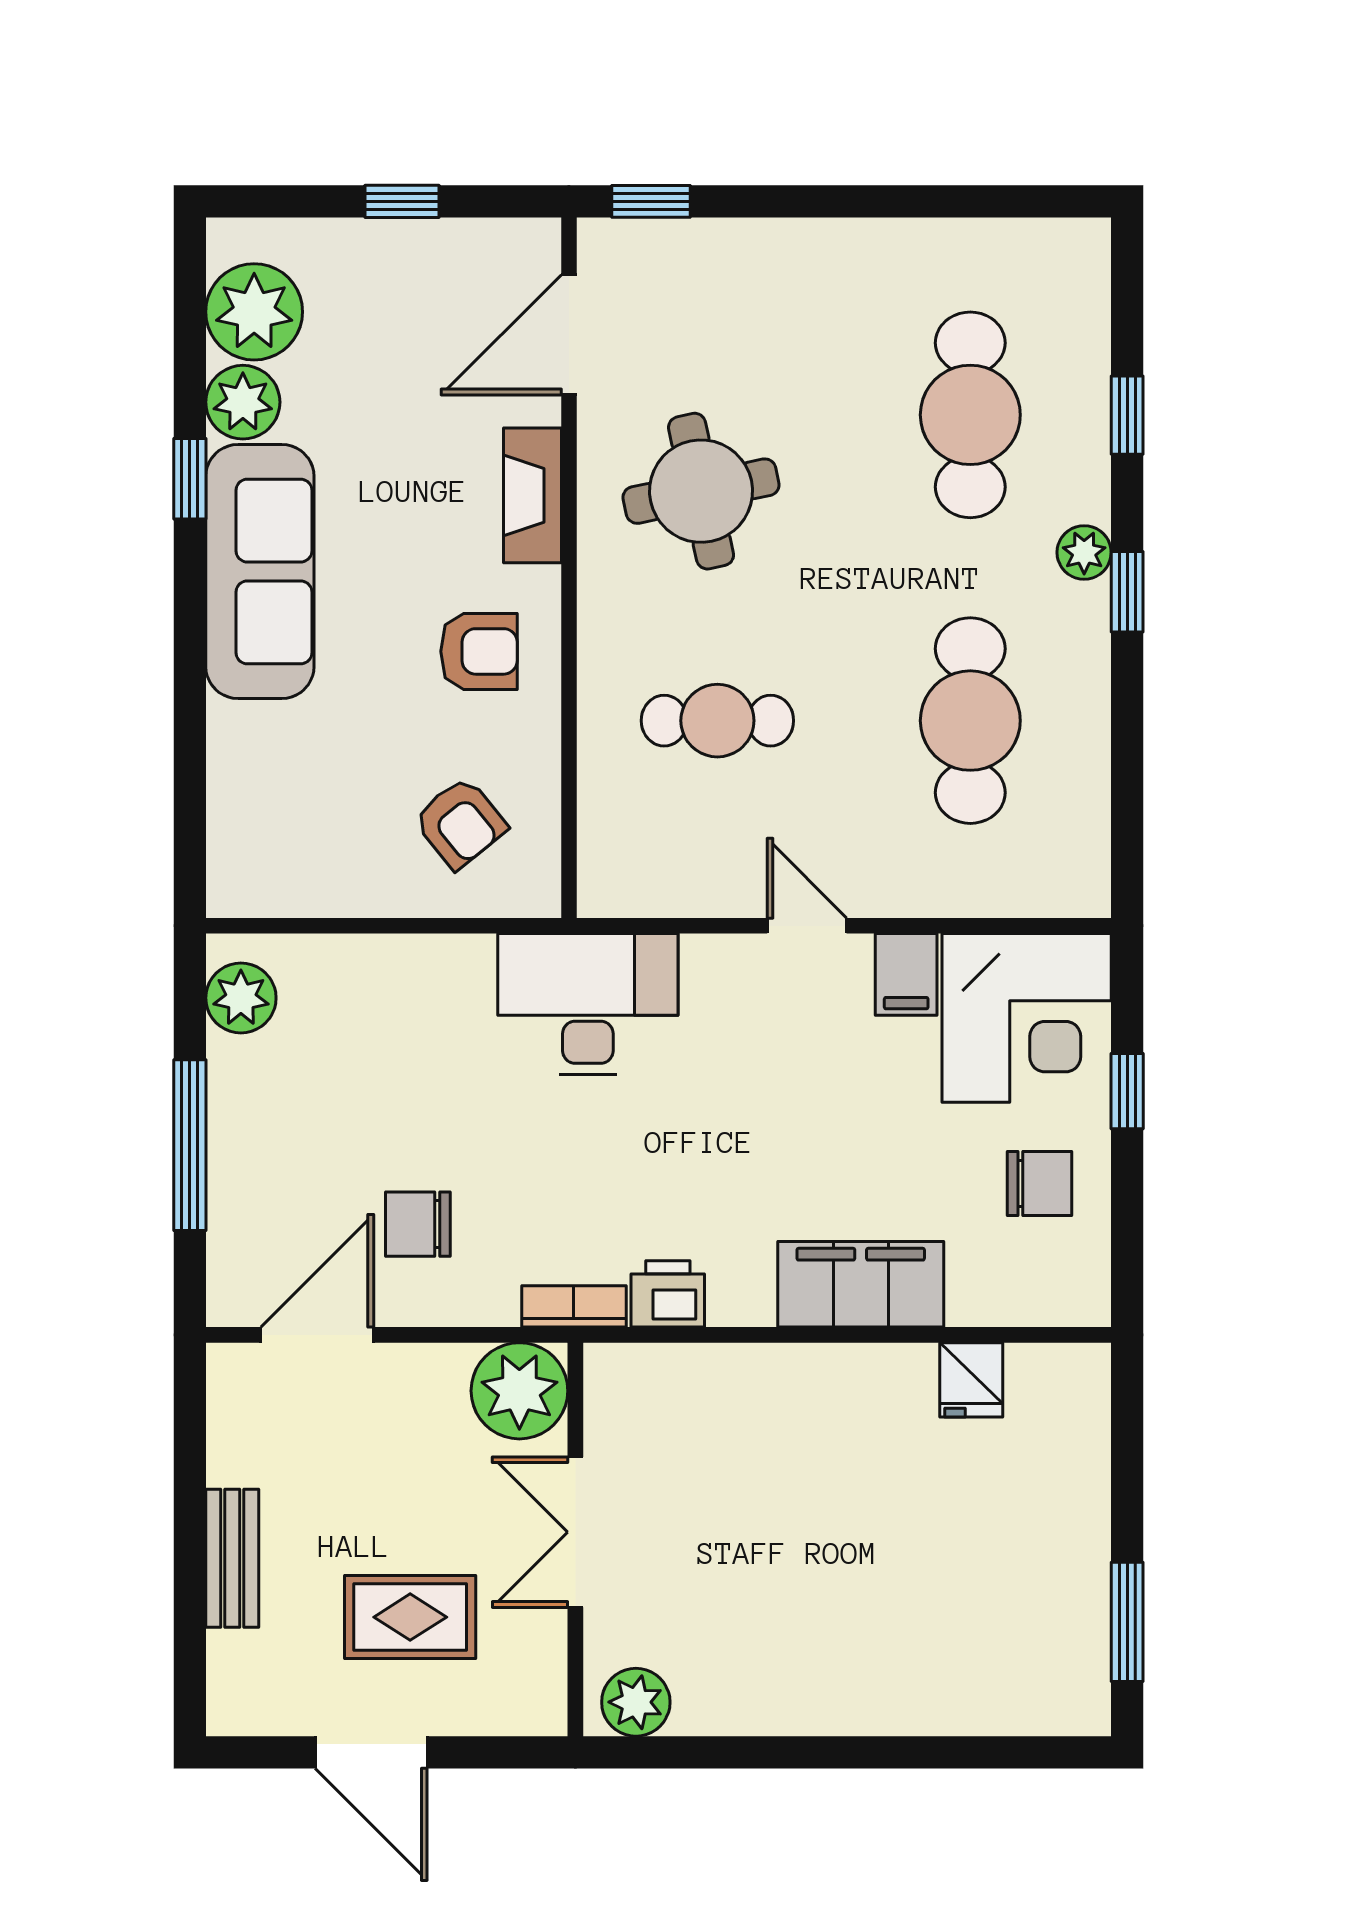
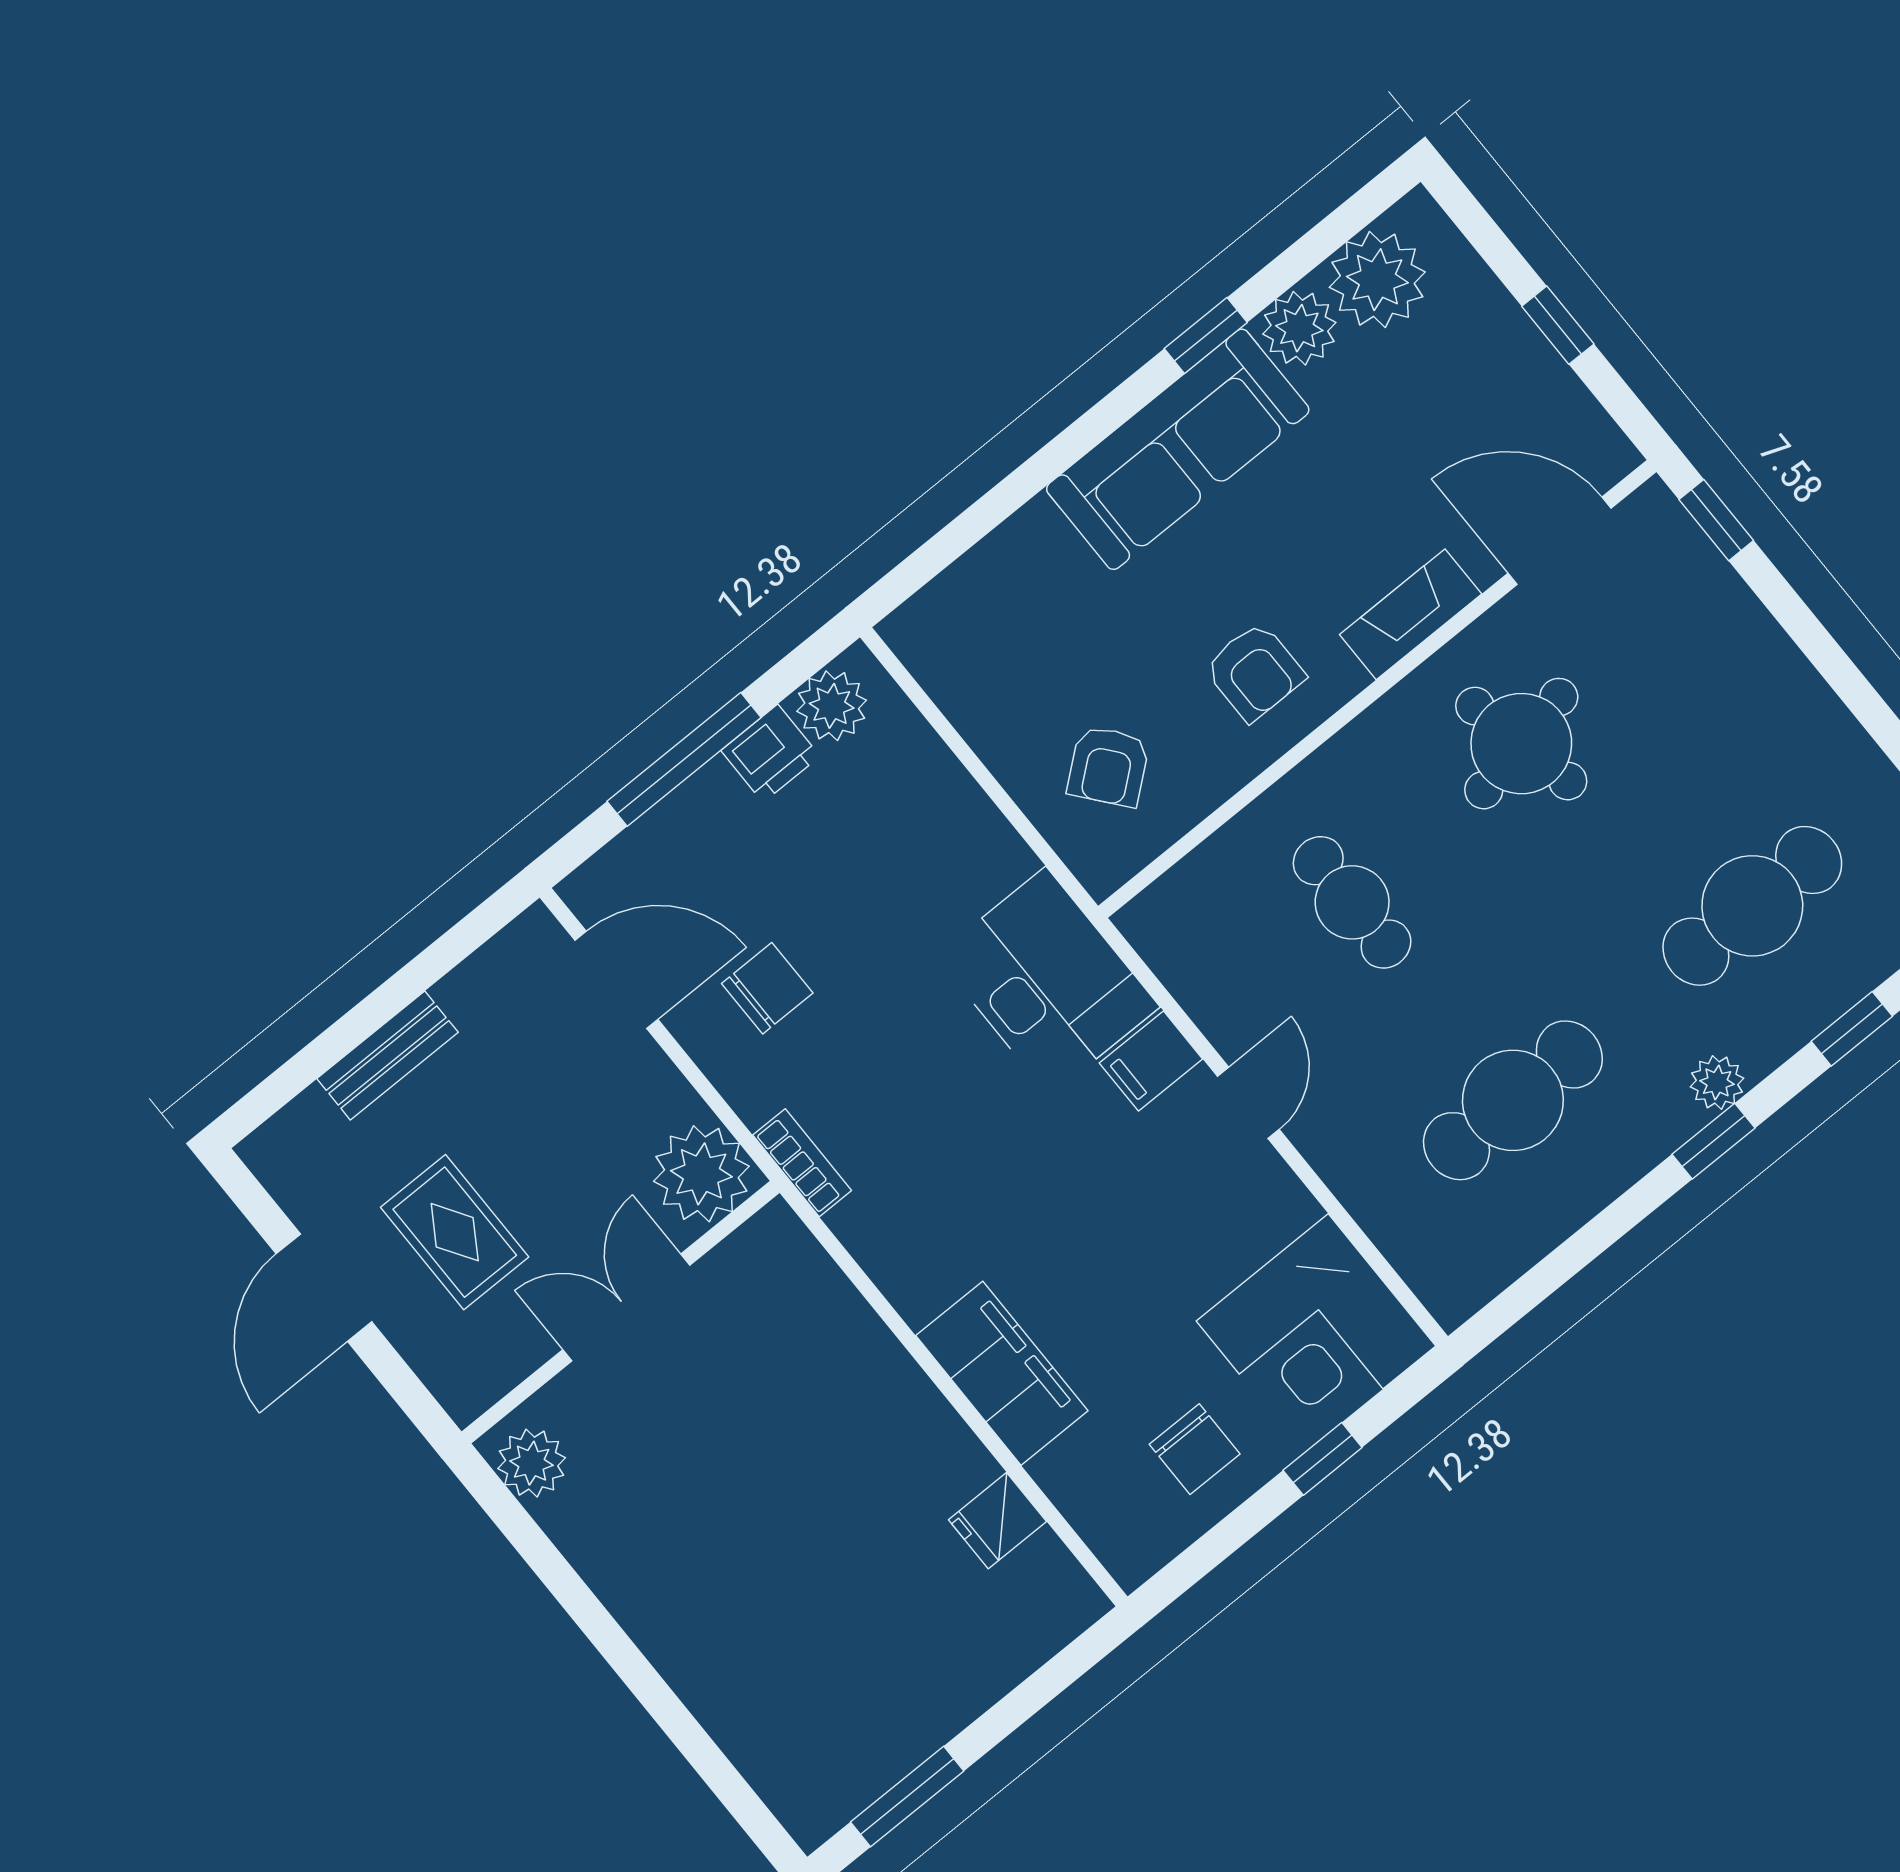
filing cabinet: (906, 974) -> (1151, 1061), moved
chair: (418, 1224) -> (767, 988), turned 90
printer: (668, 1294) -> (770, 753), moved, turned 90

